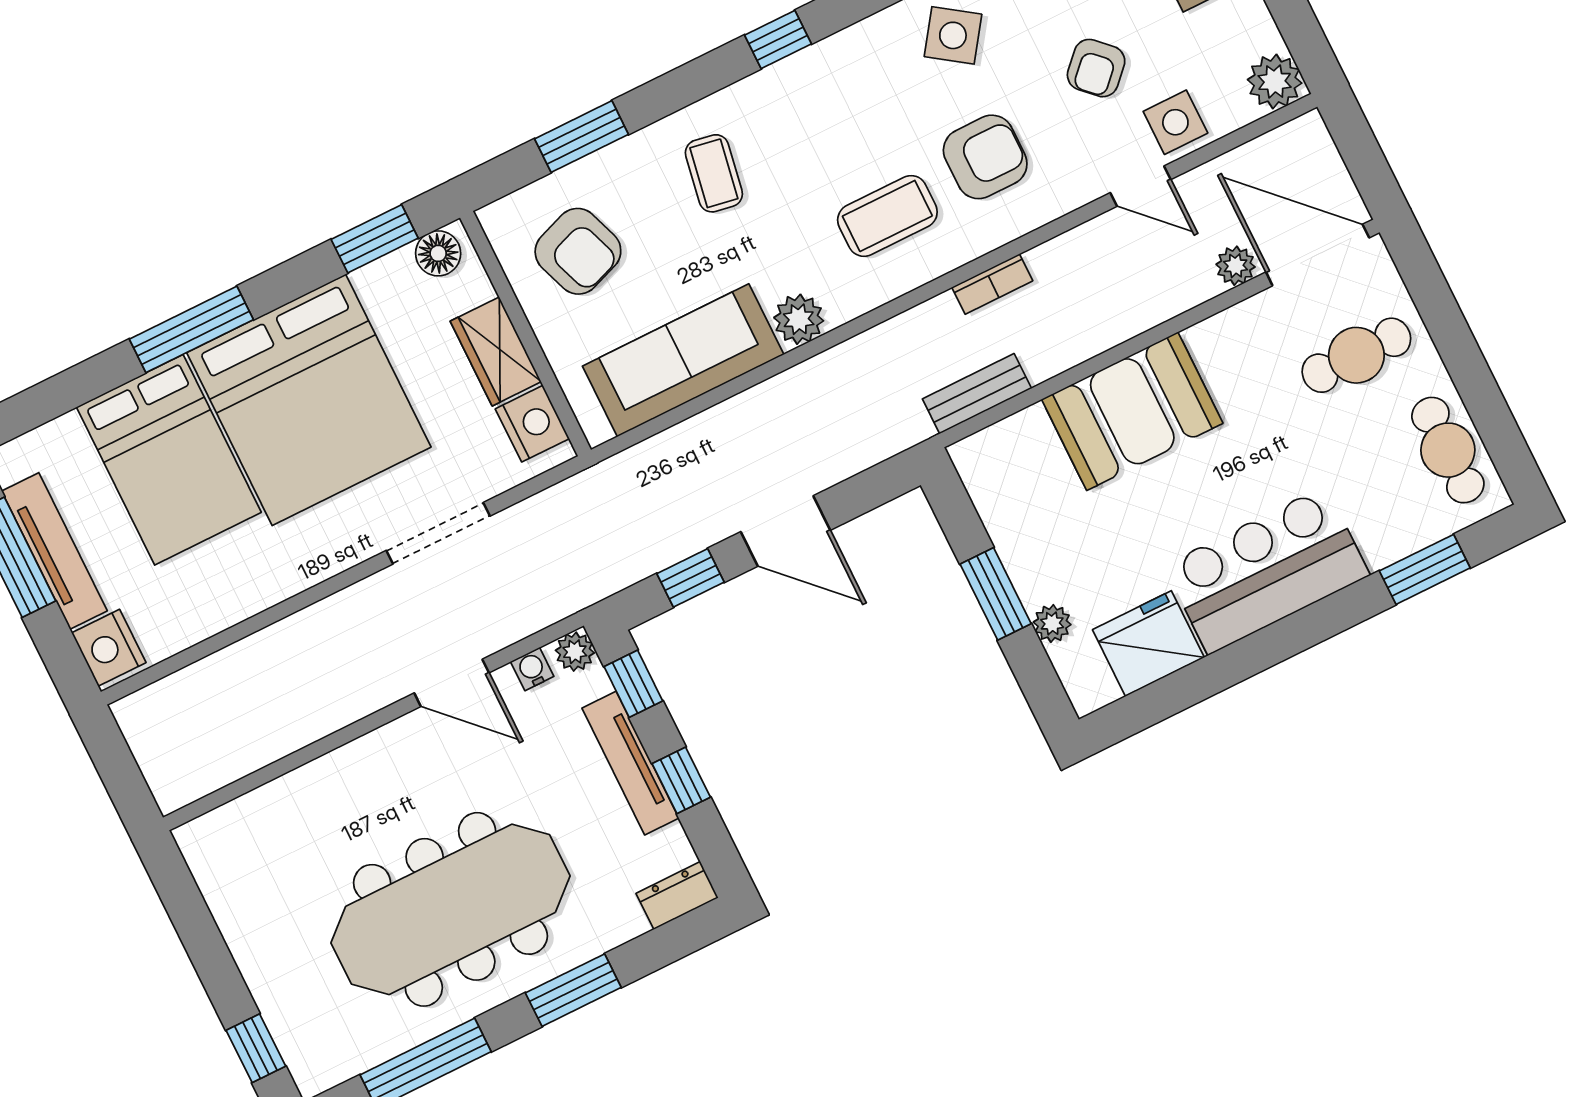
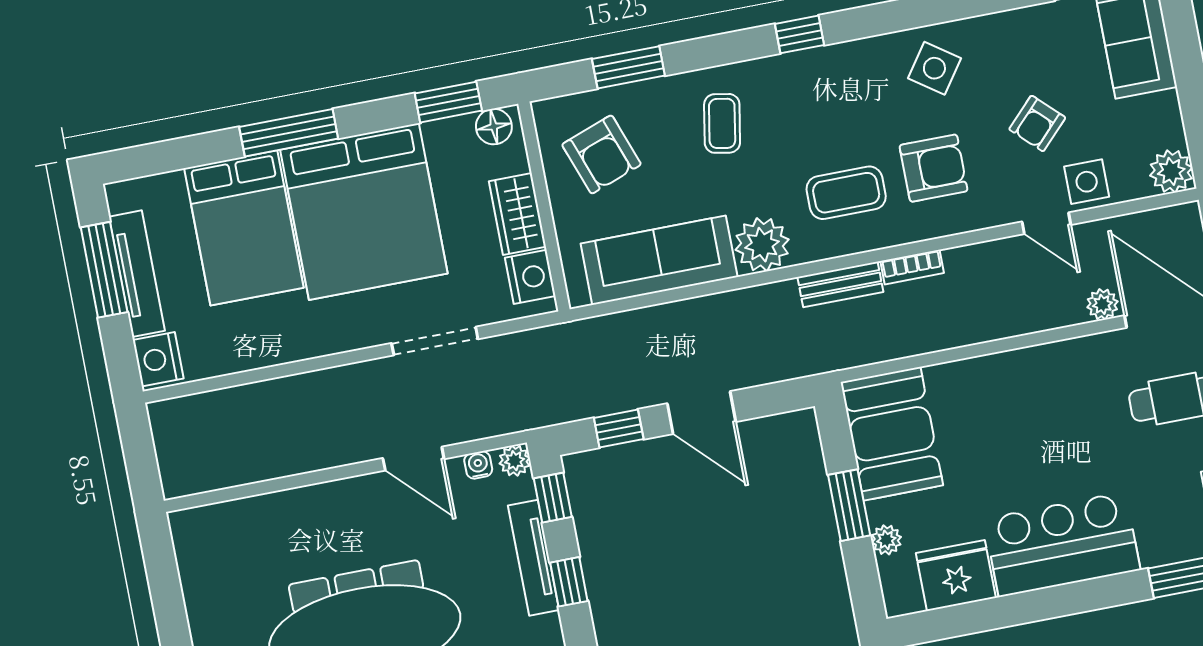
plant: (799, 319) -> (762, 245), width x1.36, depth x1.36
bench: (977, 394) -> (840, 284), moved
booth: (1132, 411) -> (892, 434), moved, turned 90

